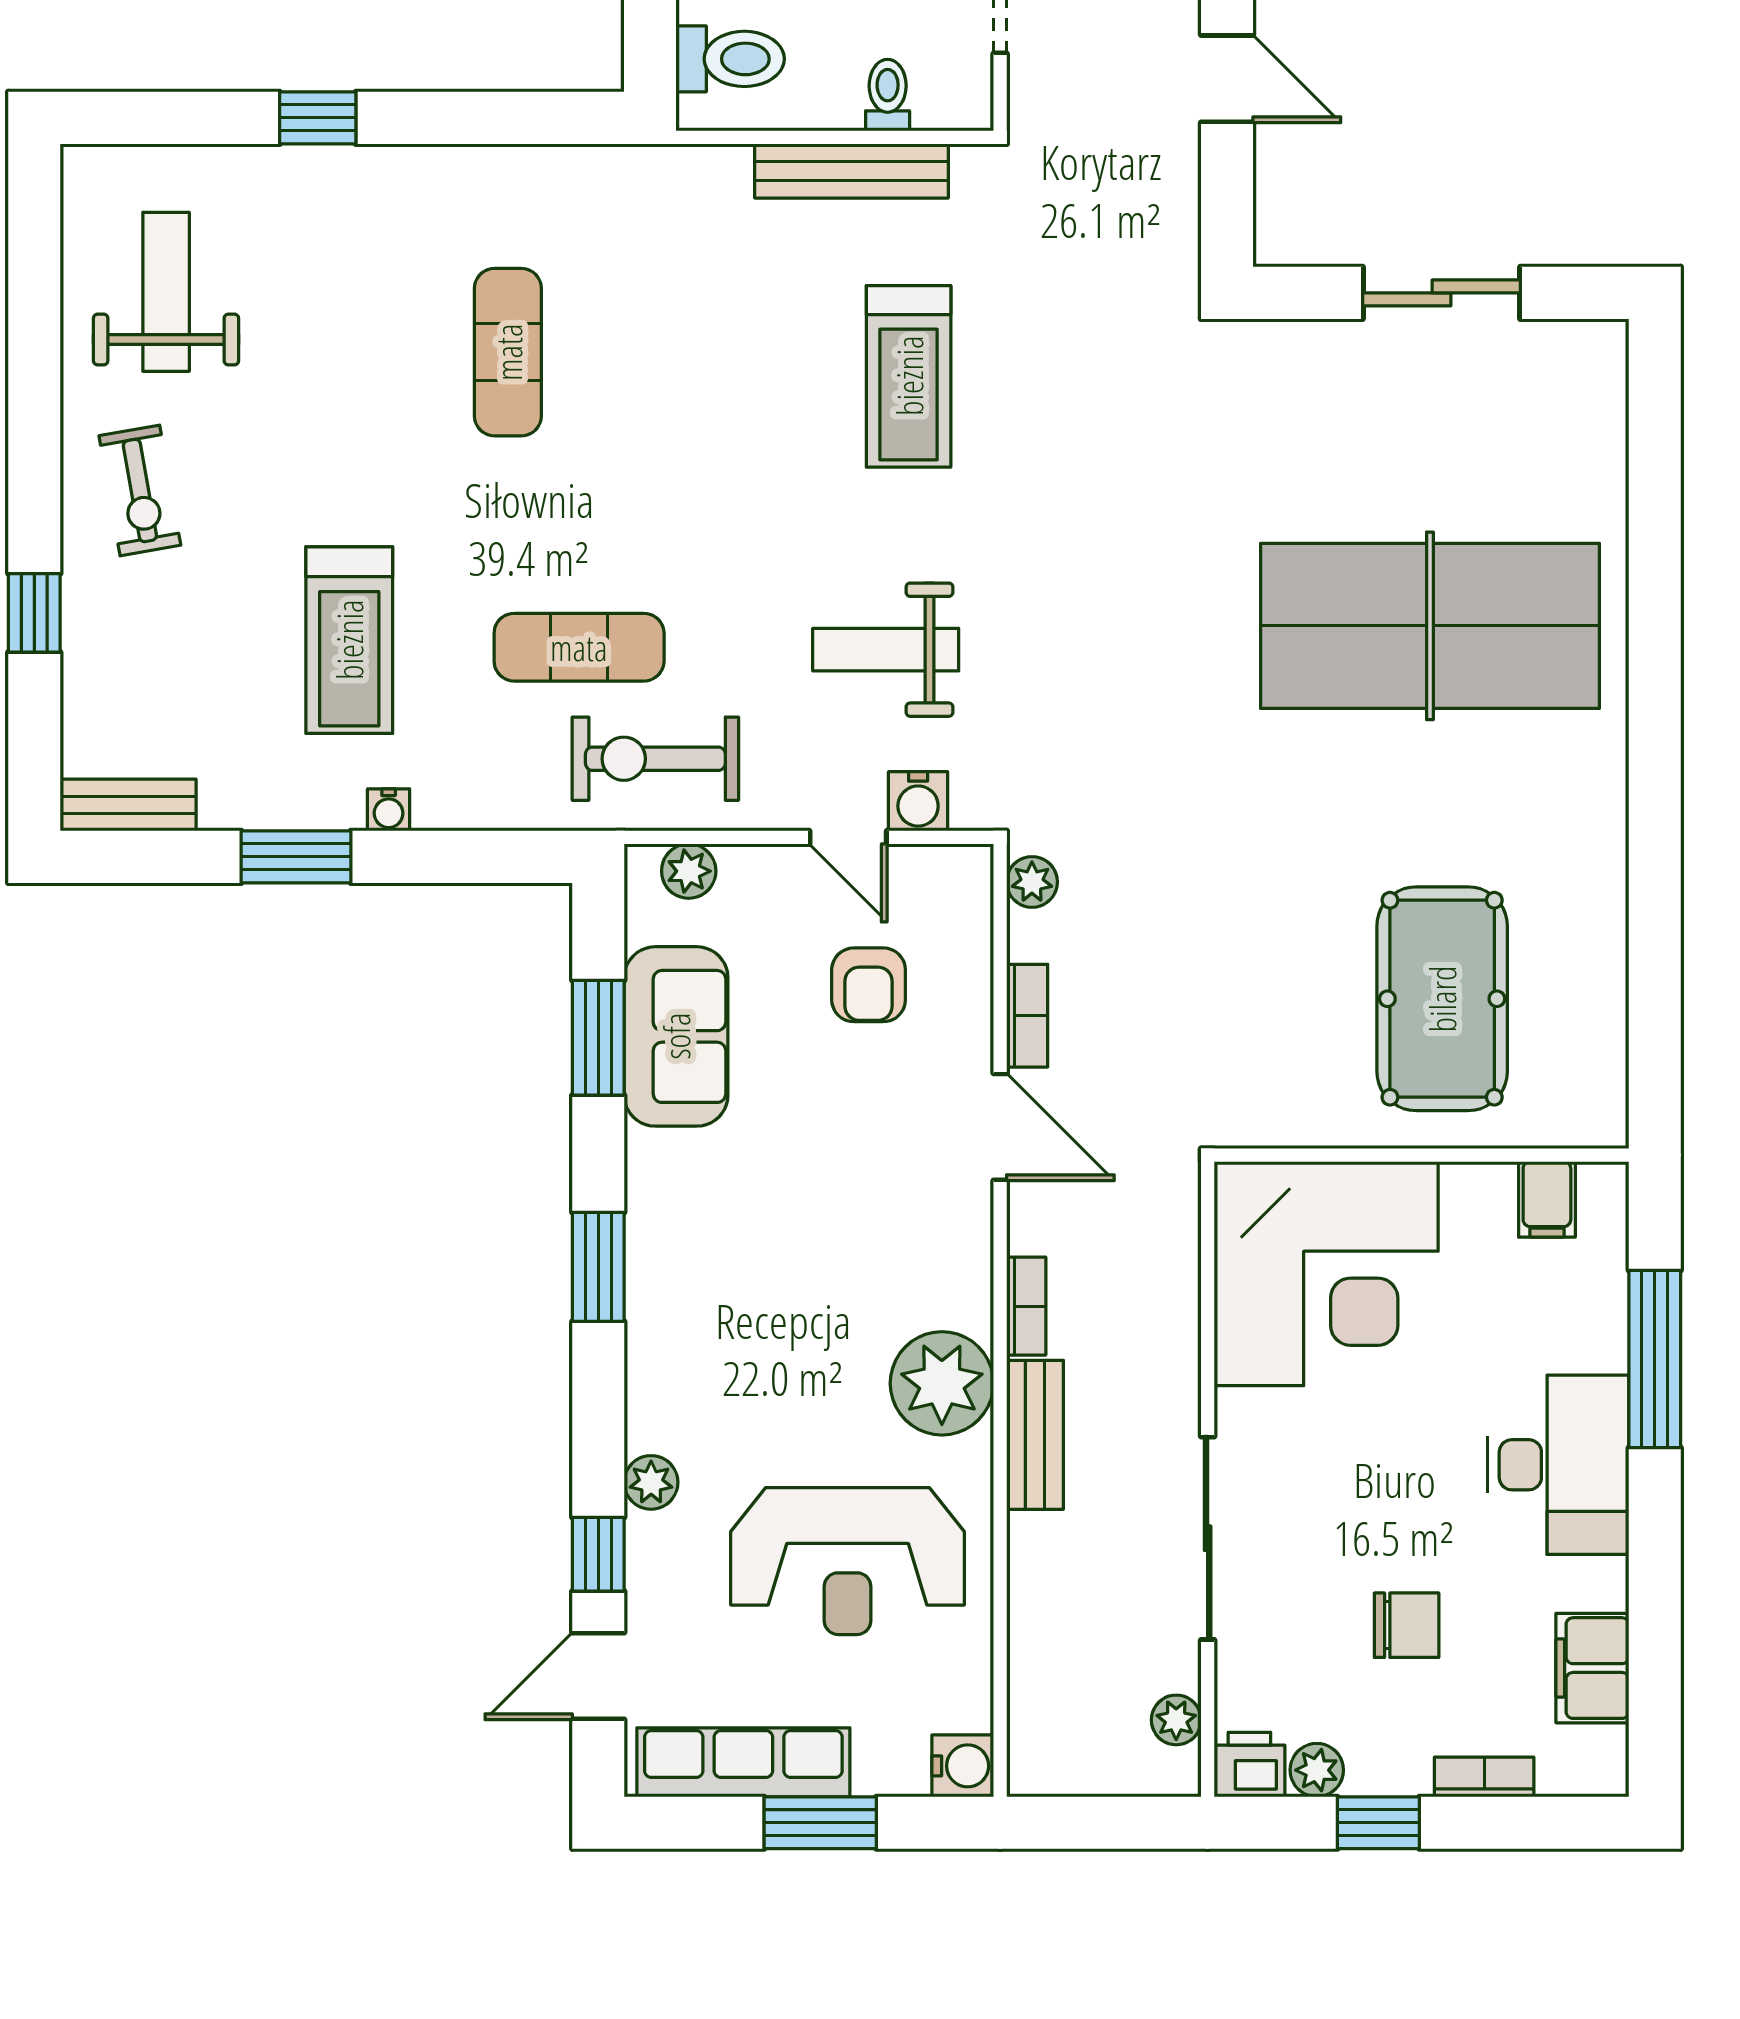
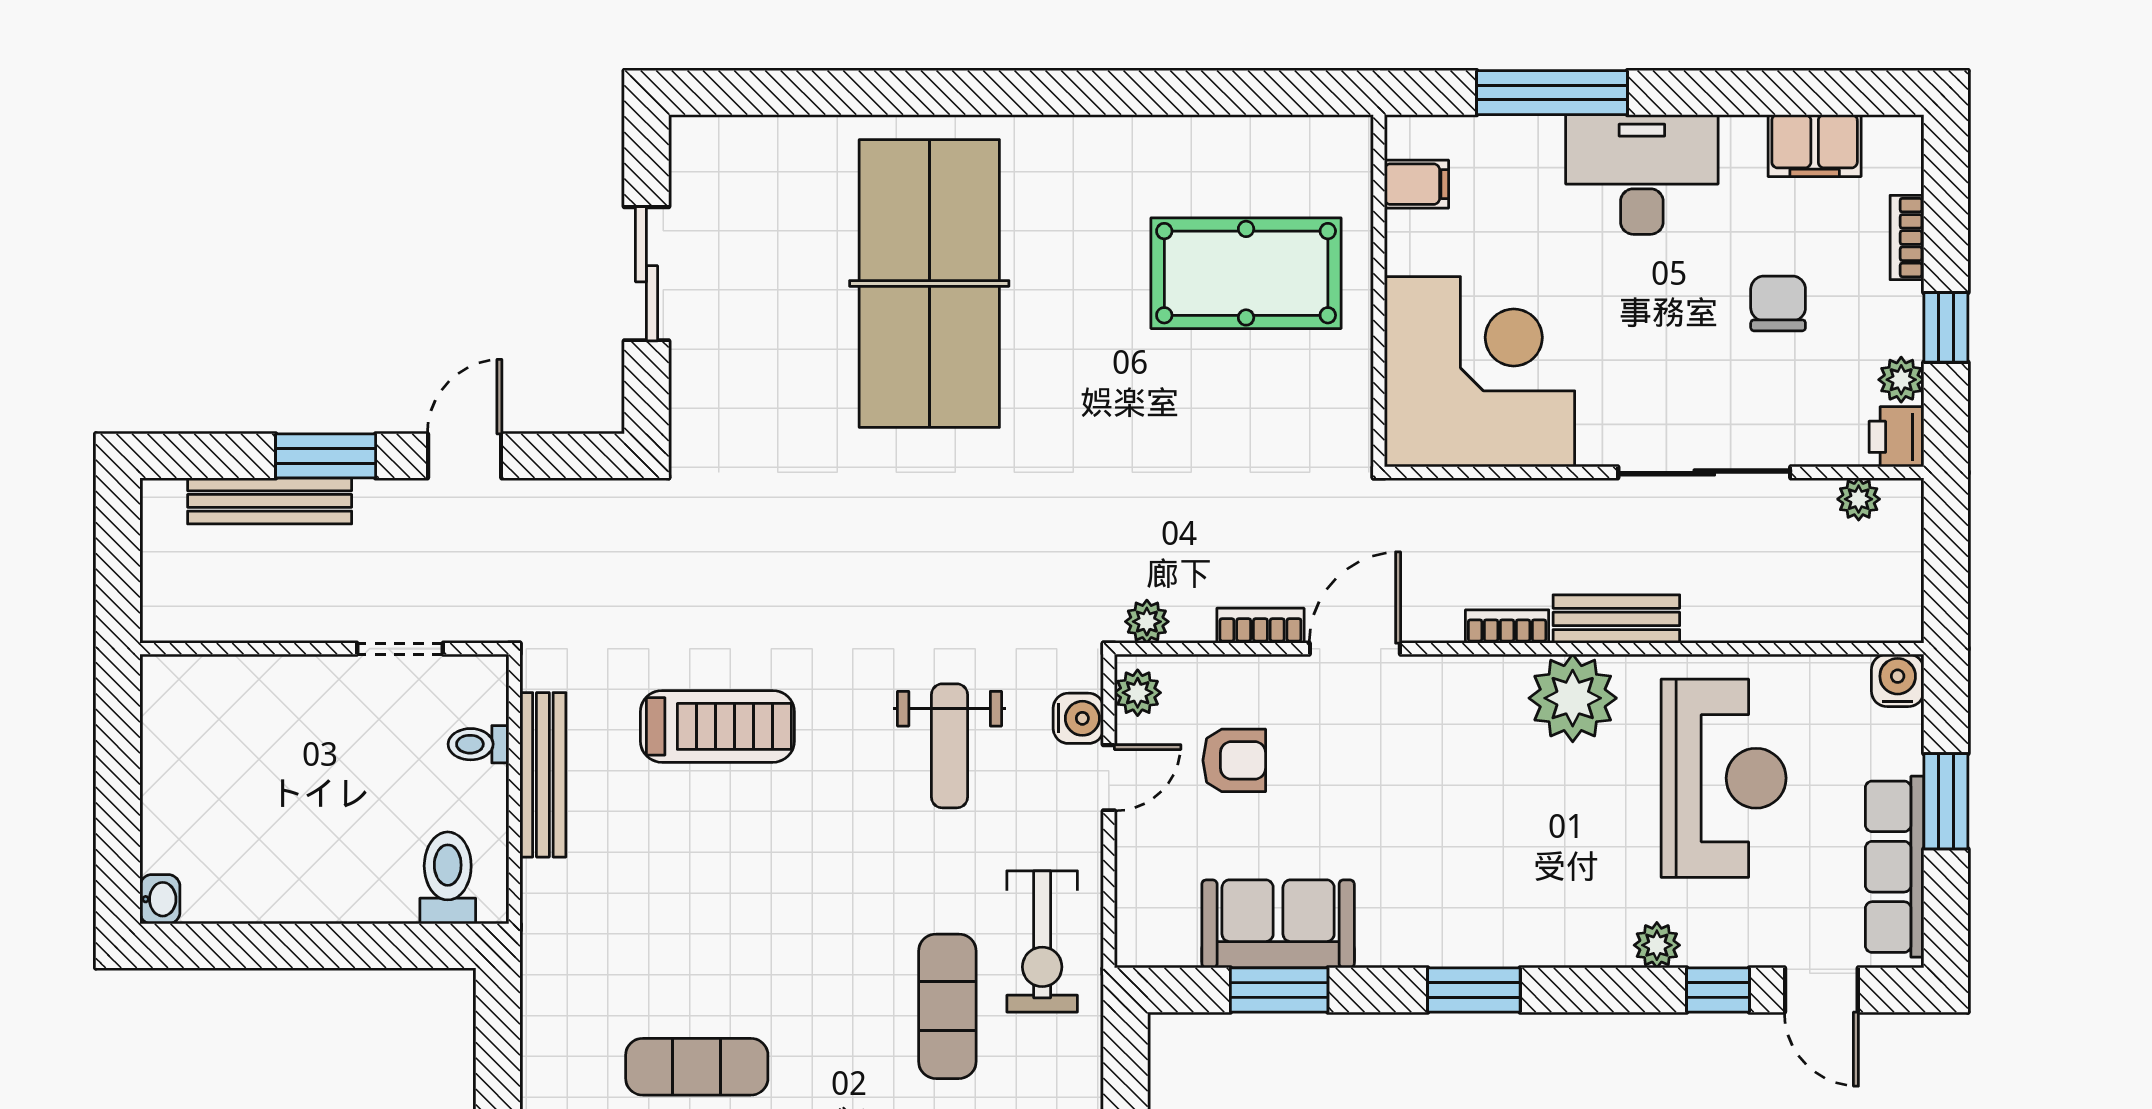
plant: (689, 871) -> (1138, 693), moved

